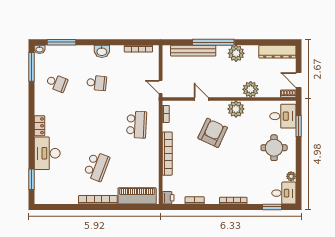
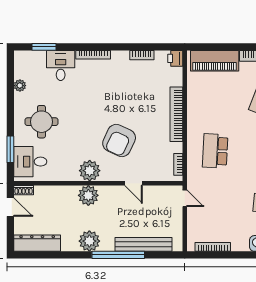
plant: (251, 89) -> (88, 195), moved
desk: (284, 193) -> (61, 65), moved, turned 90

